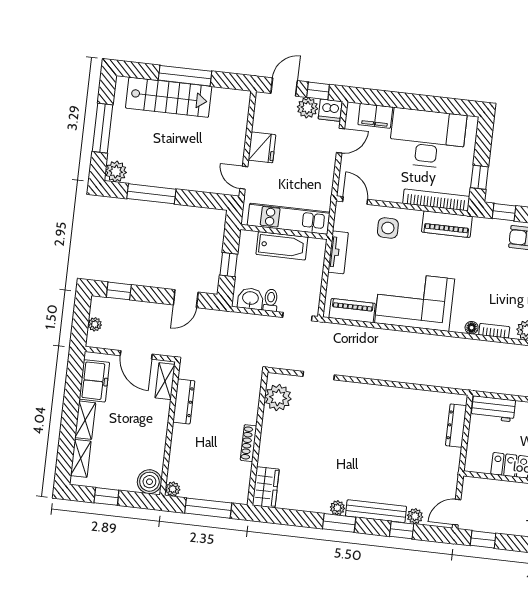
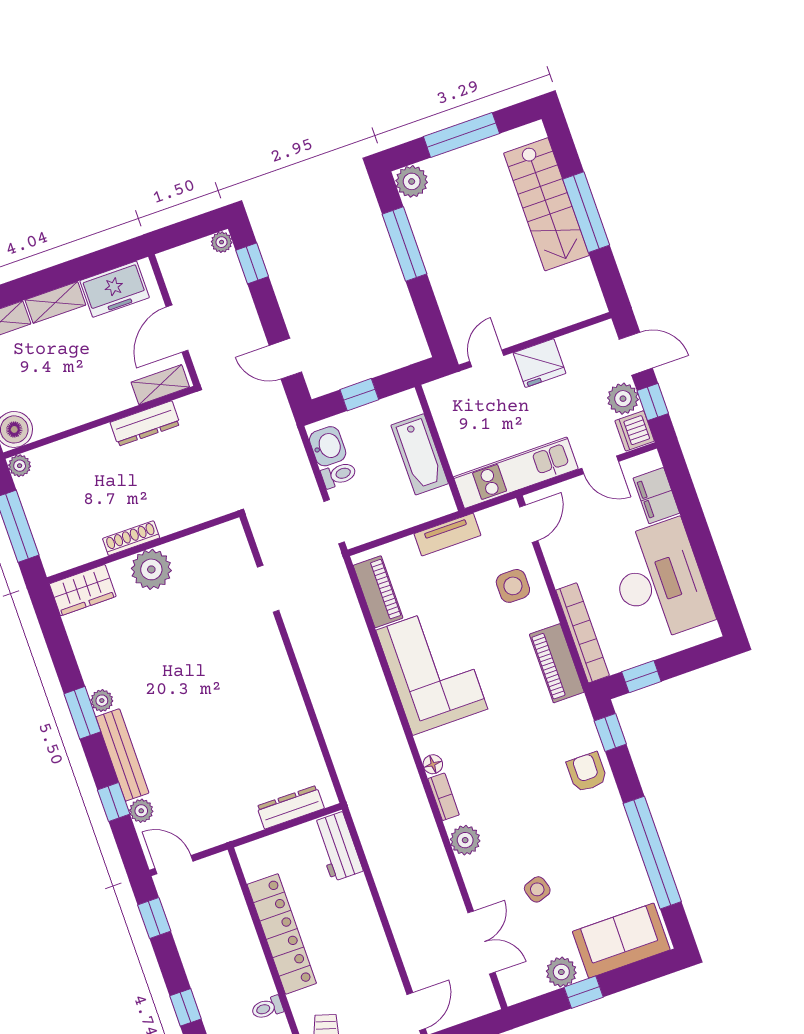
kitchen unit: (288, 219) -> (516, 473), moved, turned -90
plant: (95, 324) -> (222, 242), moved
plant: (278, 398) -> (151, 569), moved

